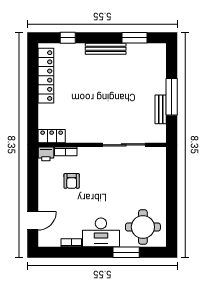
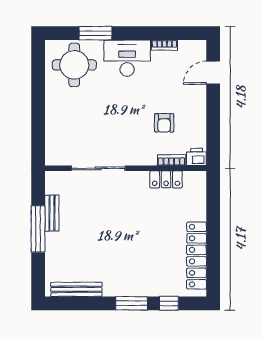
window: (134, 38) -> (131, 303), moved
bench: (106, 49) -> (76, 289), moved
locker: (52, 136) -> (166, 179), moved
armchair: (72, 181) -> (164, 123), turned 180

